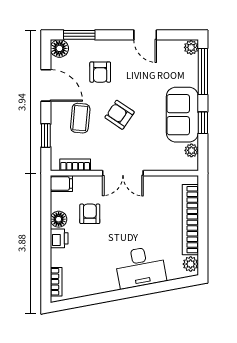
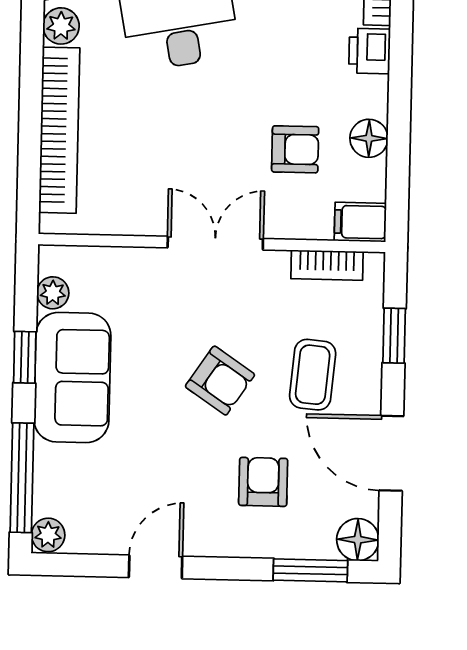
door: (145, 35) -> (156, 567), hinge flipped
armchair: (90, 214) -> (295, 149), turned -90
printer: (59, 238) -> (370, 51), moved

